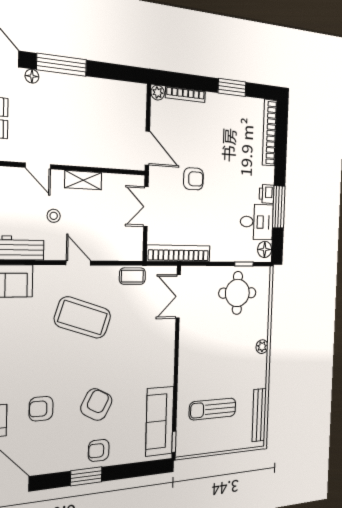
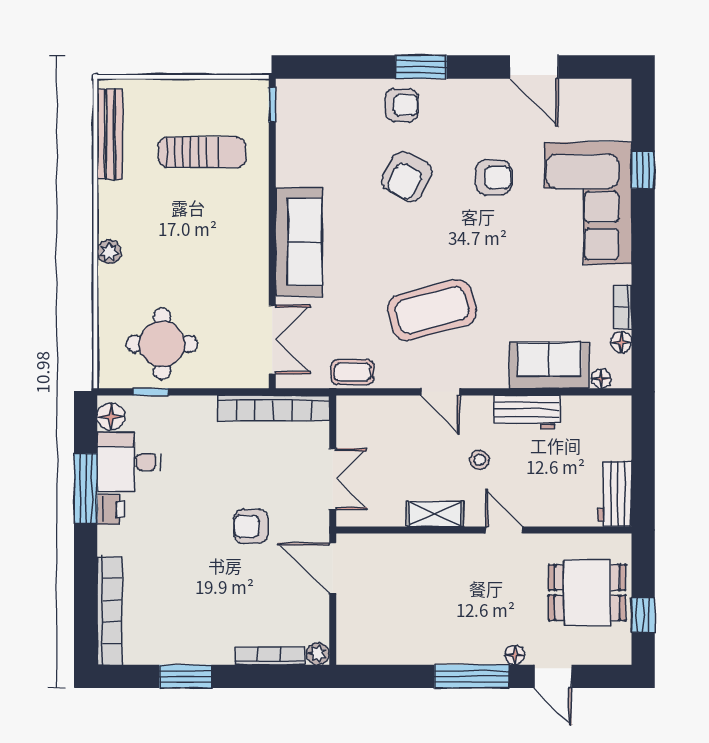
coffee table: (83, 318) -> (432, 310), turned -33
sofa: (160, 421) -> (299, 242), moved

